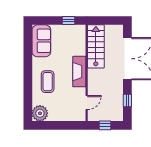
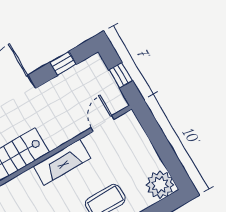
door: (87, 103) -> (103, 124), hinge flipped

